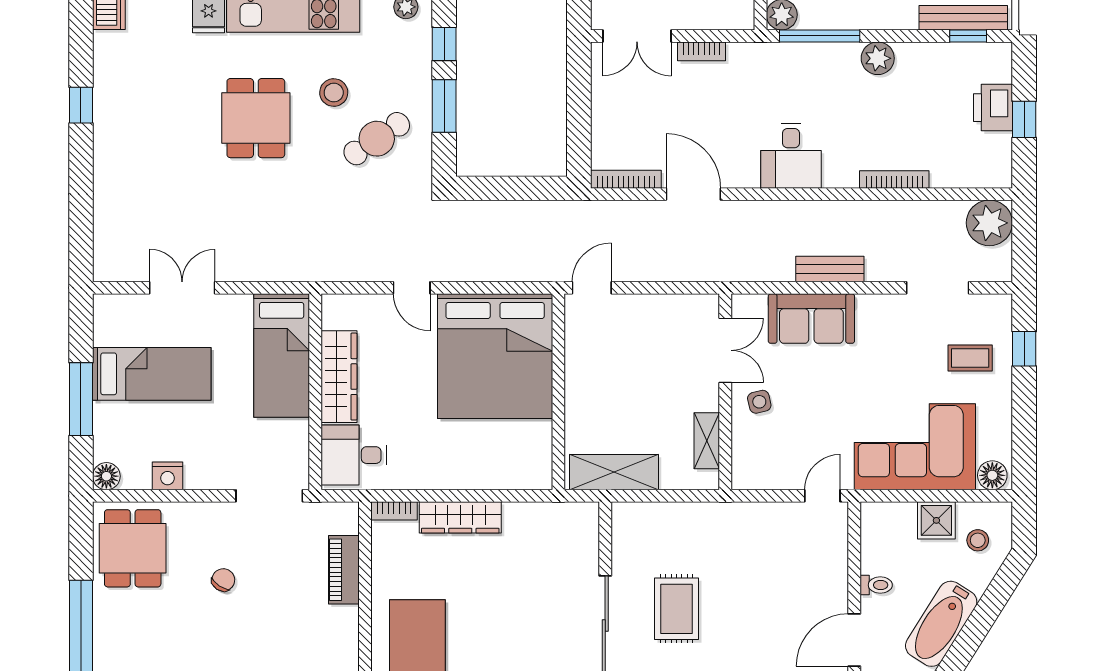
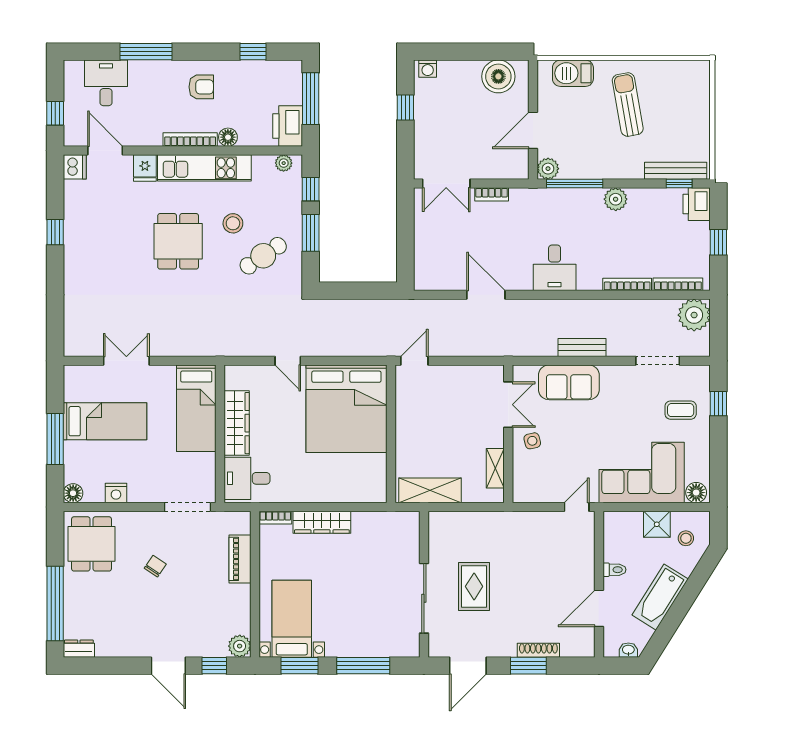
printer: (993, 108) -> (697, 204), moved
bookcase: (626, 179) -> (678, 284), moved

